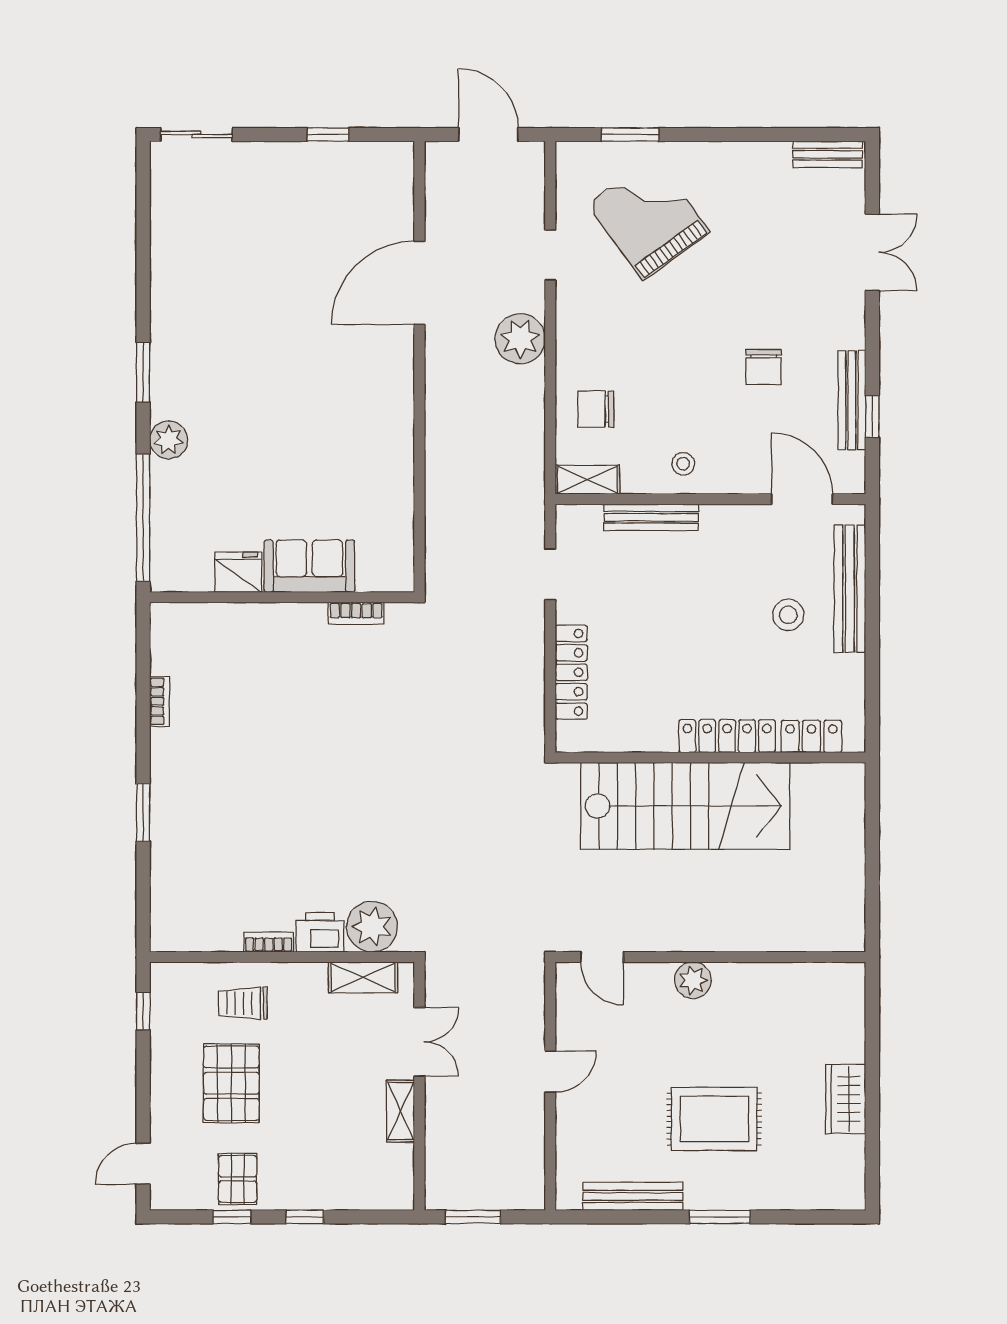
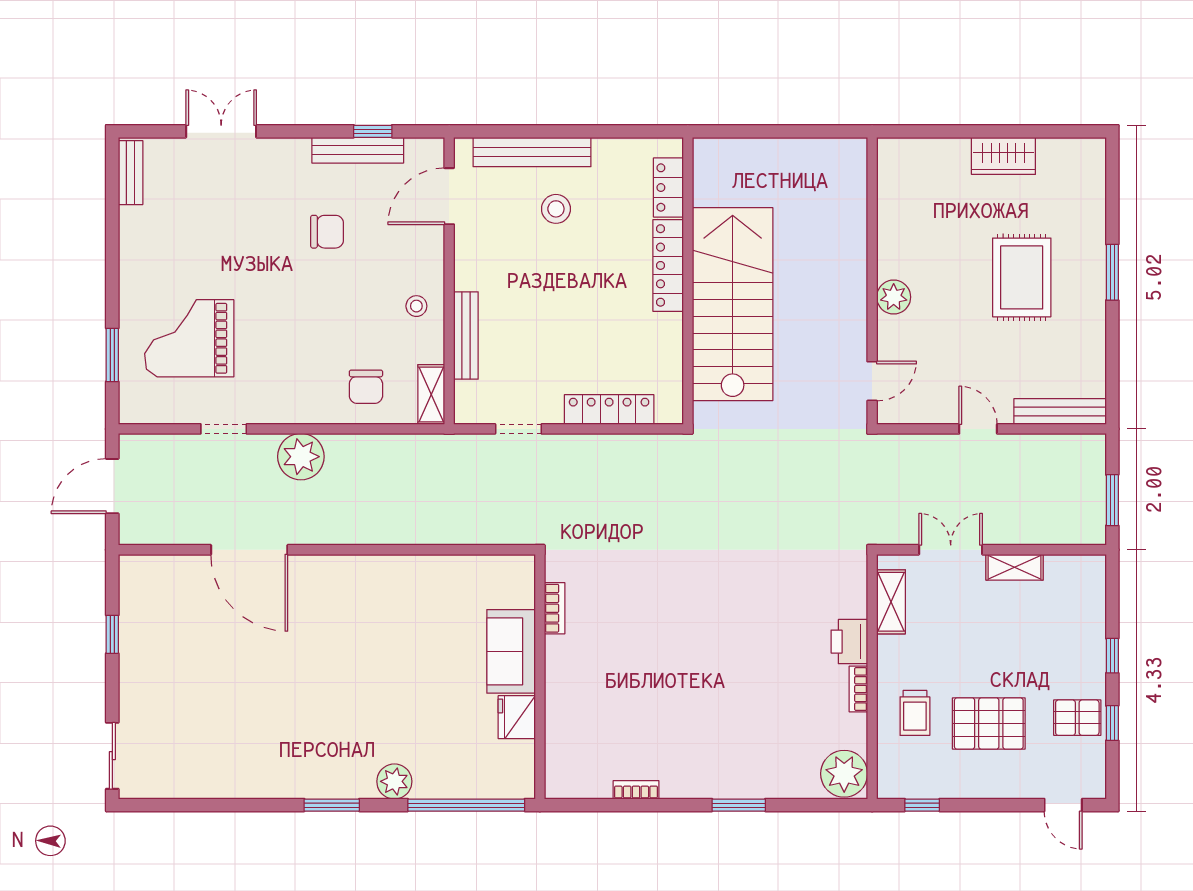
grand piano: (648, 218) -> (189, 338), turned 36
plant: (372, 927) -> (844, 774), moved
bench: (633, 1196) -> (1060, 411), moved, turned 90

